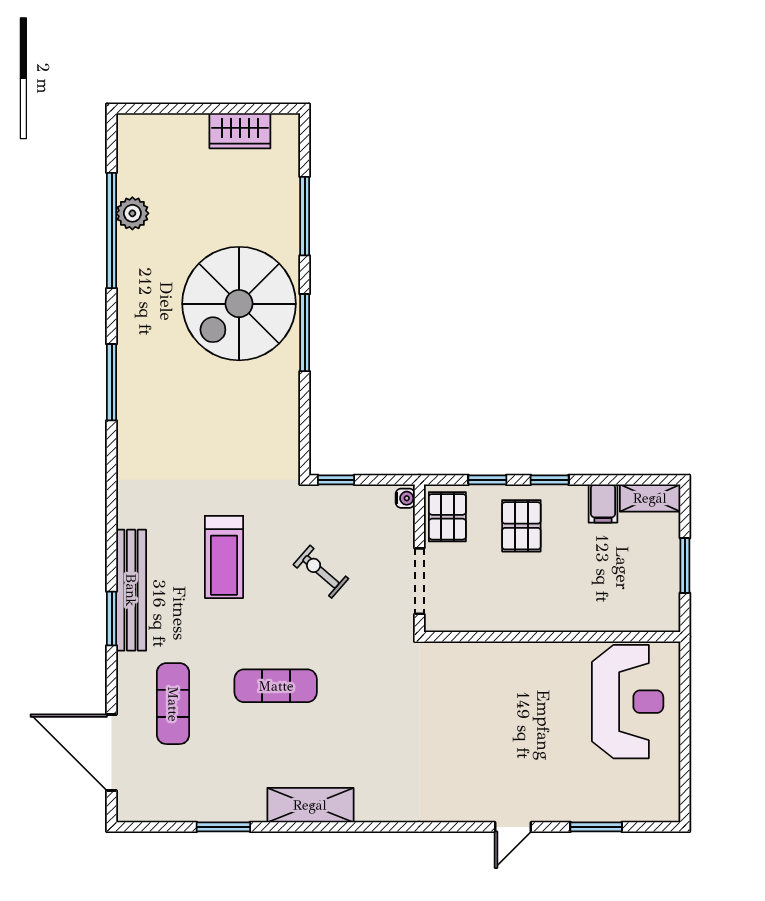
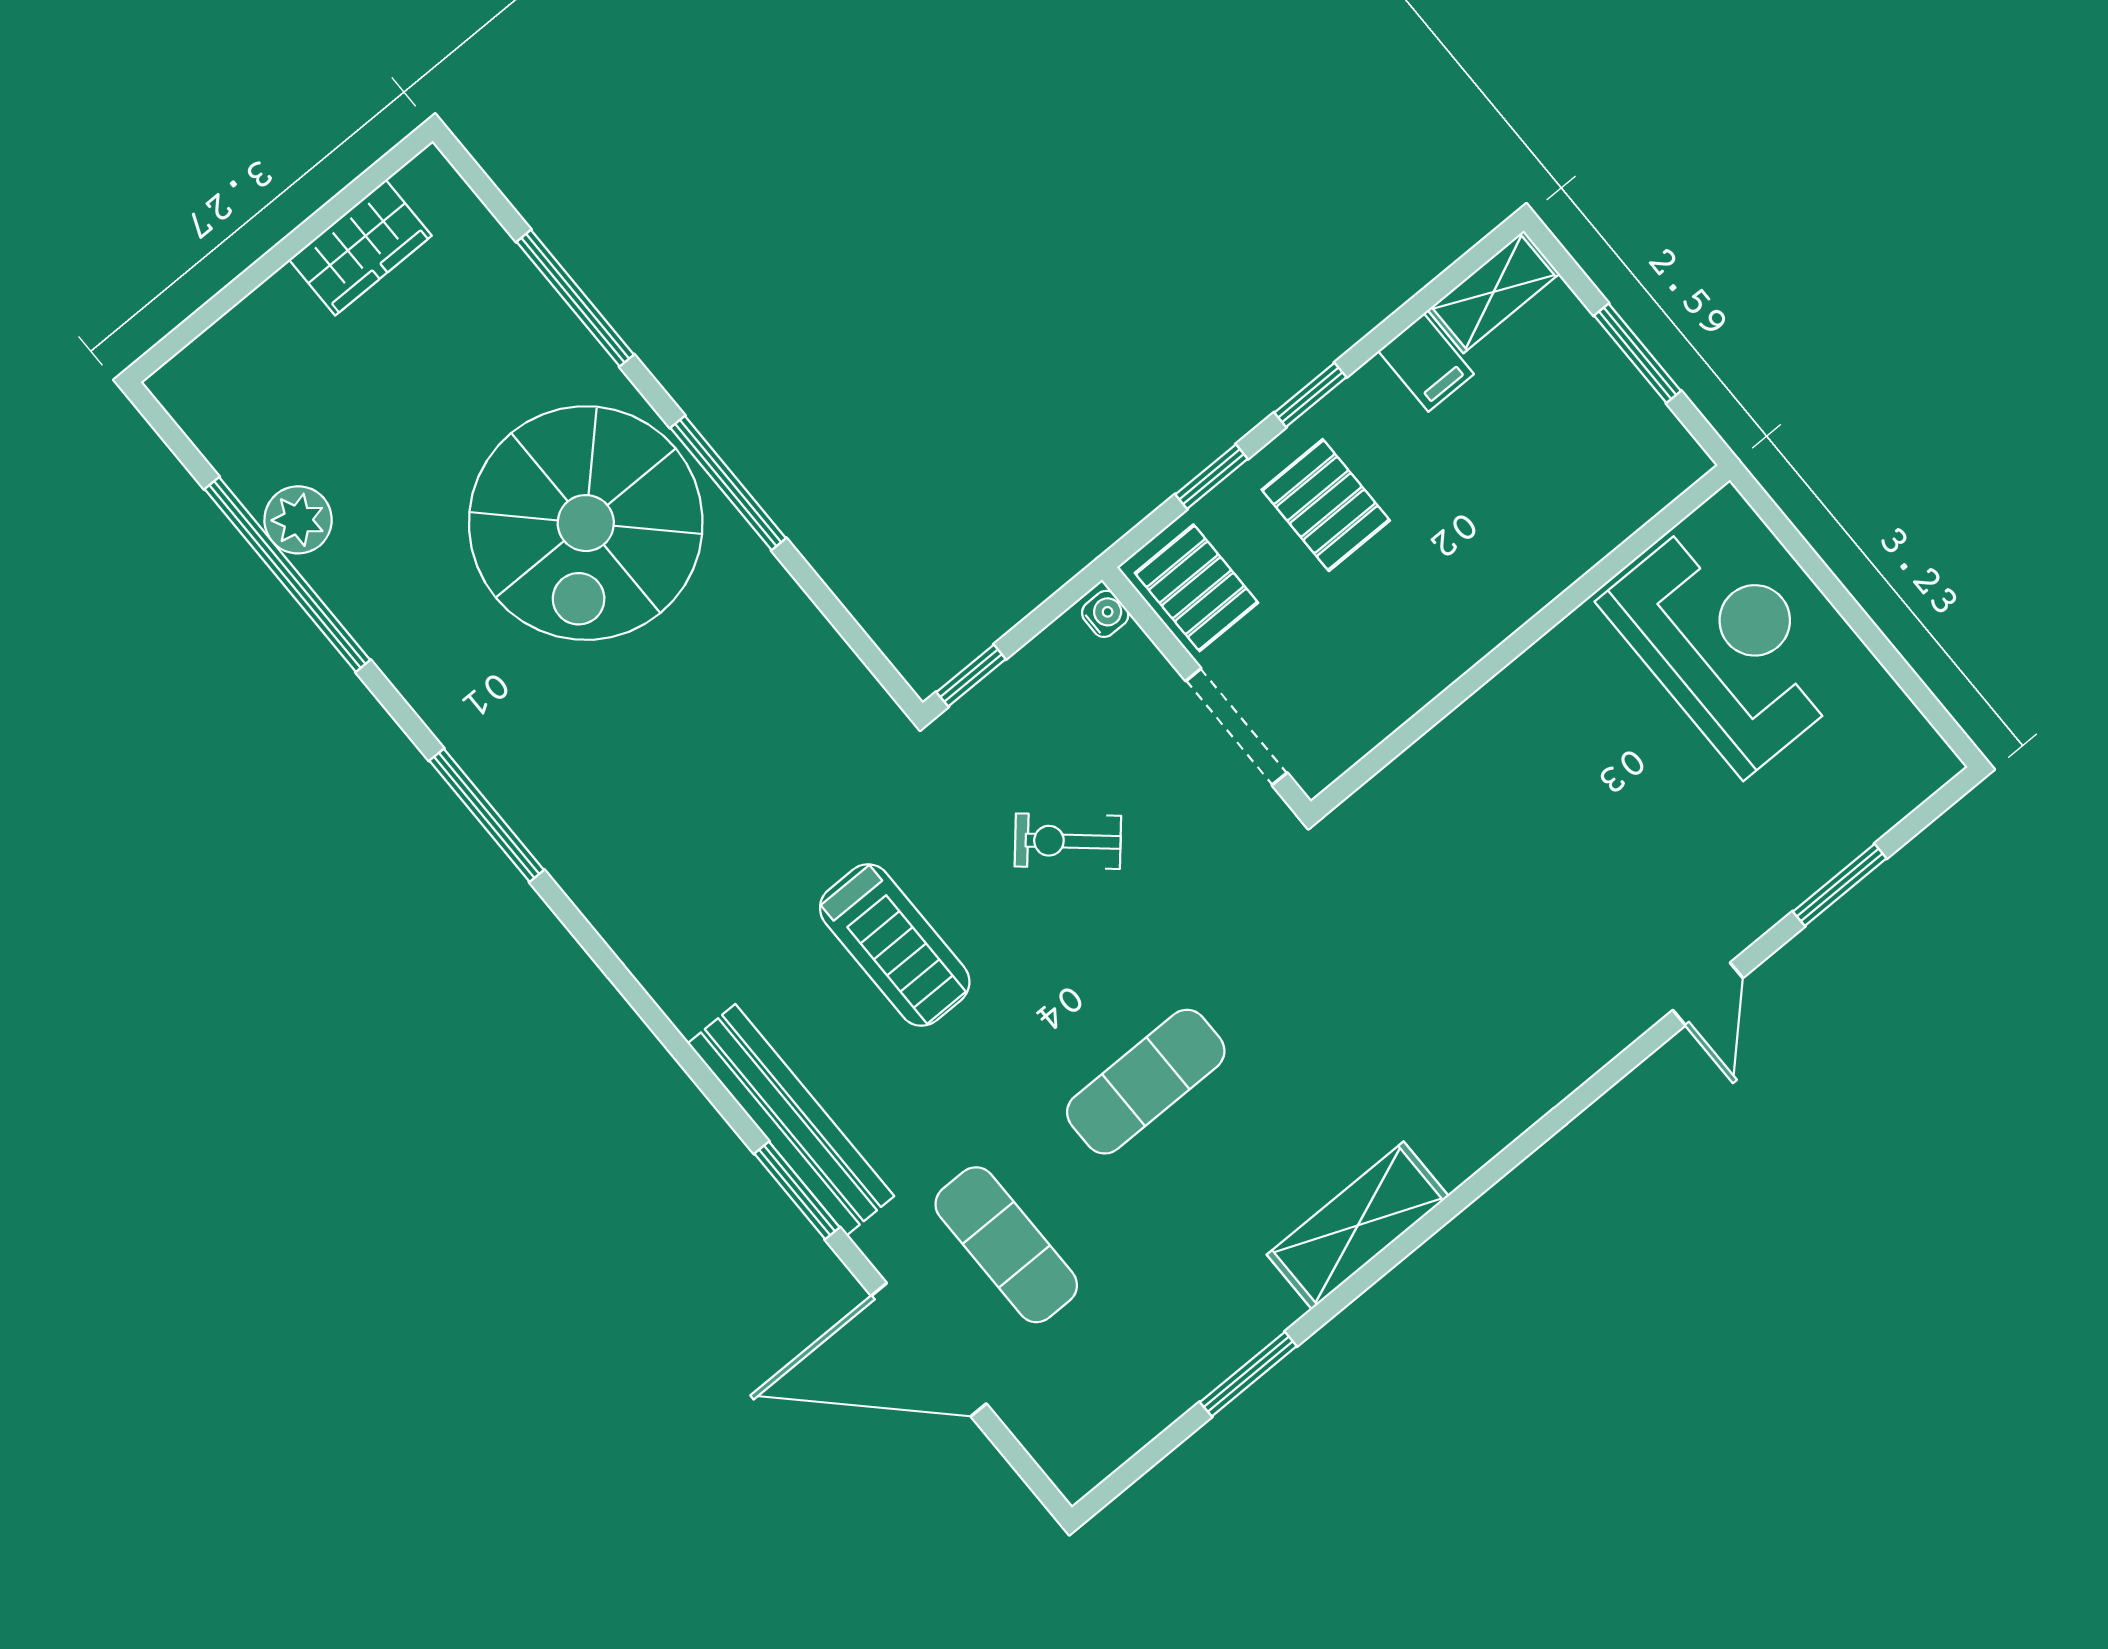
door: (112, 752) -> (929, 1350), moved

